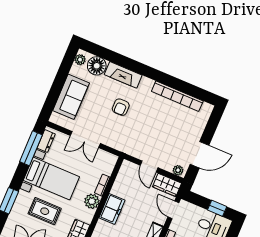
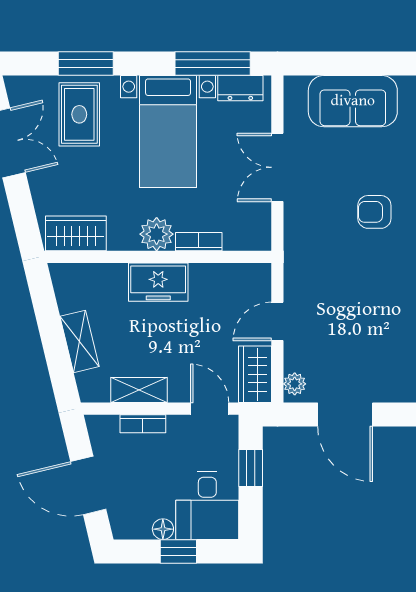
window: (217, 208) -> (251, 468), moved
door: (173, 210) -> (210, 409), hinge flipped
rug: (45, 211) -> (79, 114), moved

